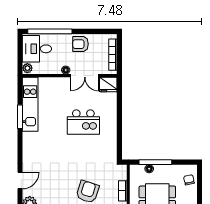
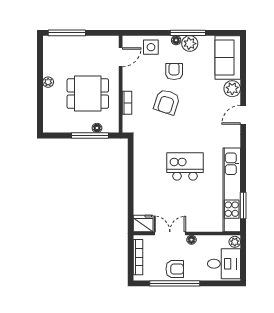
window: (50, 31) -> (175, 283), moved
kitchen unit: (30, 104) -> (232, 190), width x1.36
window: (20, 117) -> (243, 206), moved
kitchen island: (83, 122) -> (185, 166), moved
chair: (189, 180) -> (52, 115), removed

